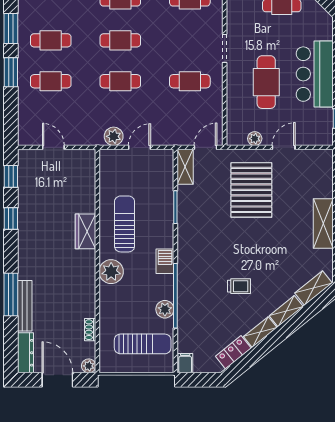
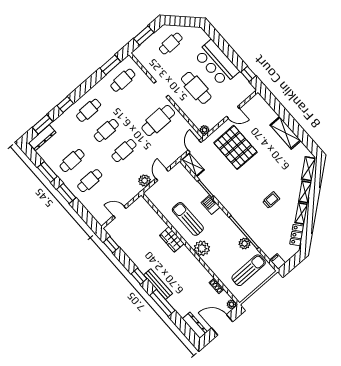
cafe table: (190, 81) -> (158, 120), width x1.37, depth x1.35
plant: (255, 139) -> (204, 130), moved
door: (284, 147) -> (233, 112), swing flipped
window: (11, 218) -> (139, 276), moved
barbecue: (165, 261) -> (211, 205), moved
bench: (25, 306) -> (158, 284), moved

